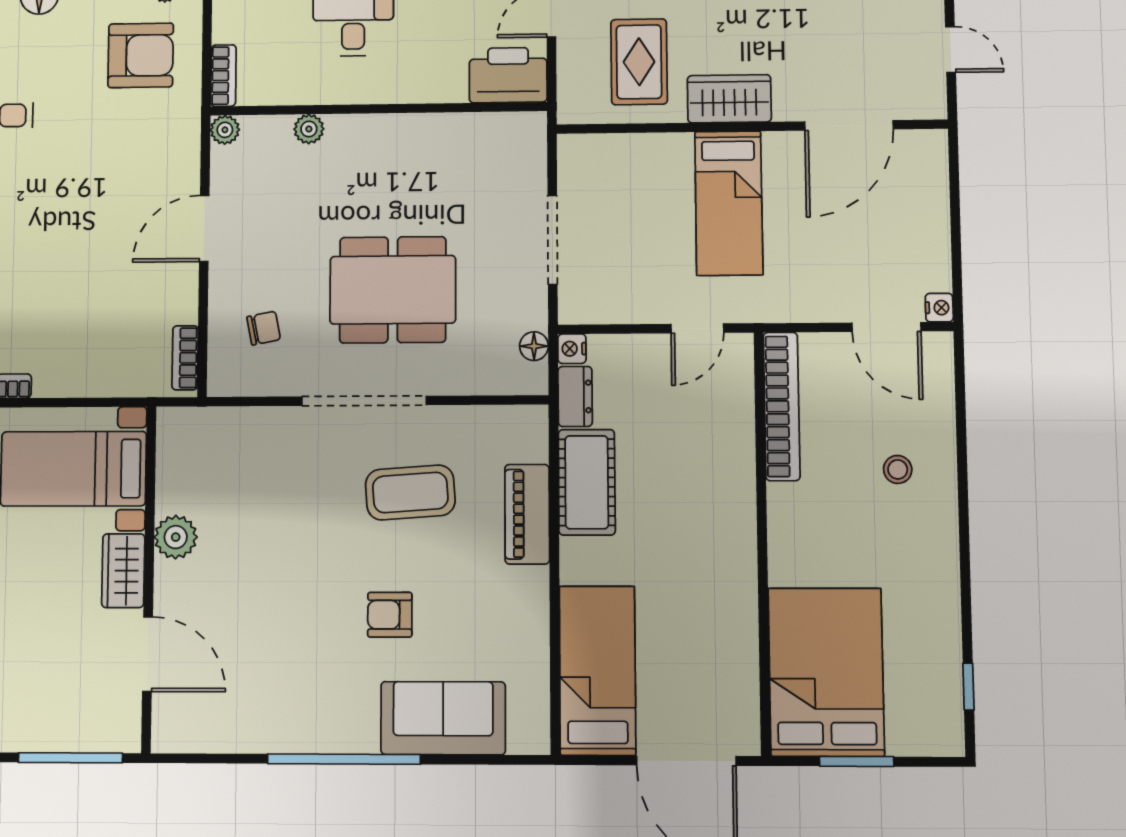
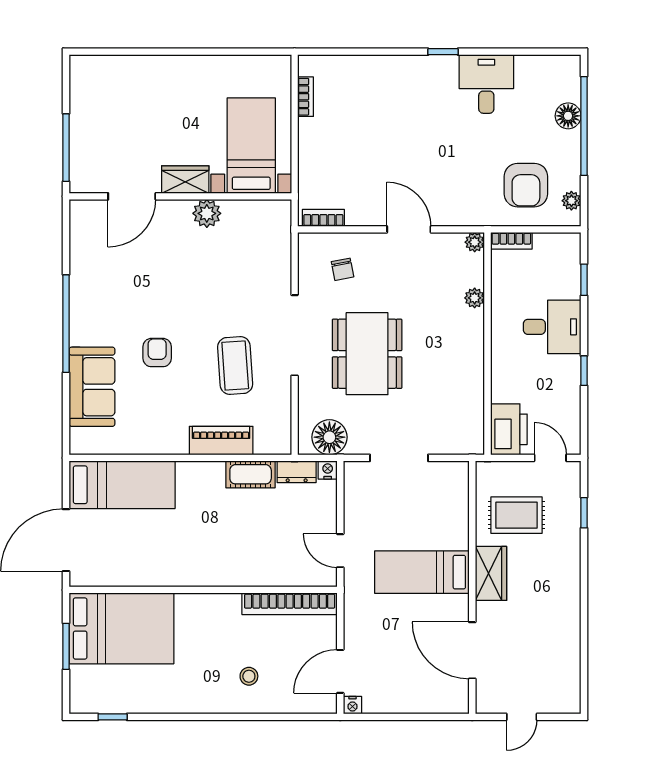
floor lamp: (534, 346) -> (329, 437), width x1.89, depth x1.89
cot: (587, 482) -> (251, 474), width x0.73, depth x0.75

